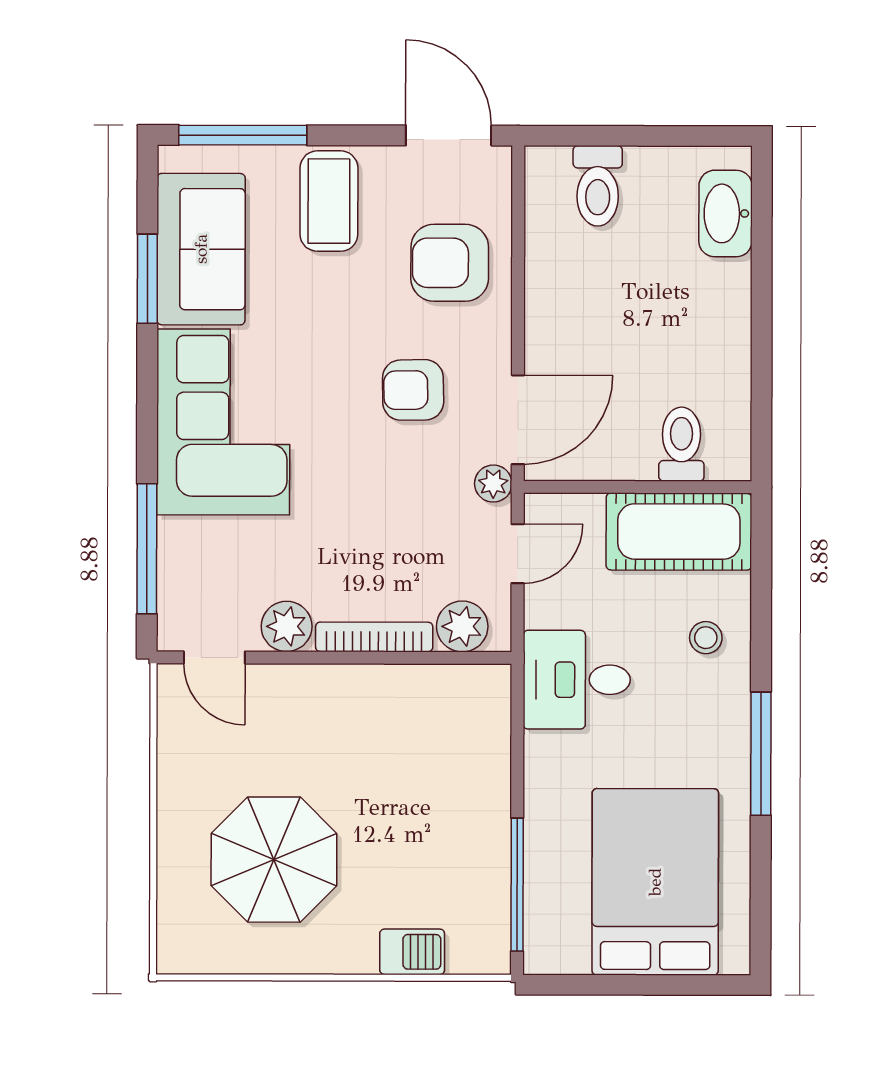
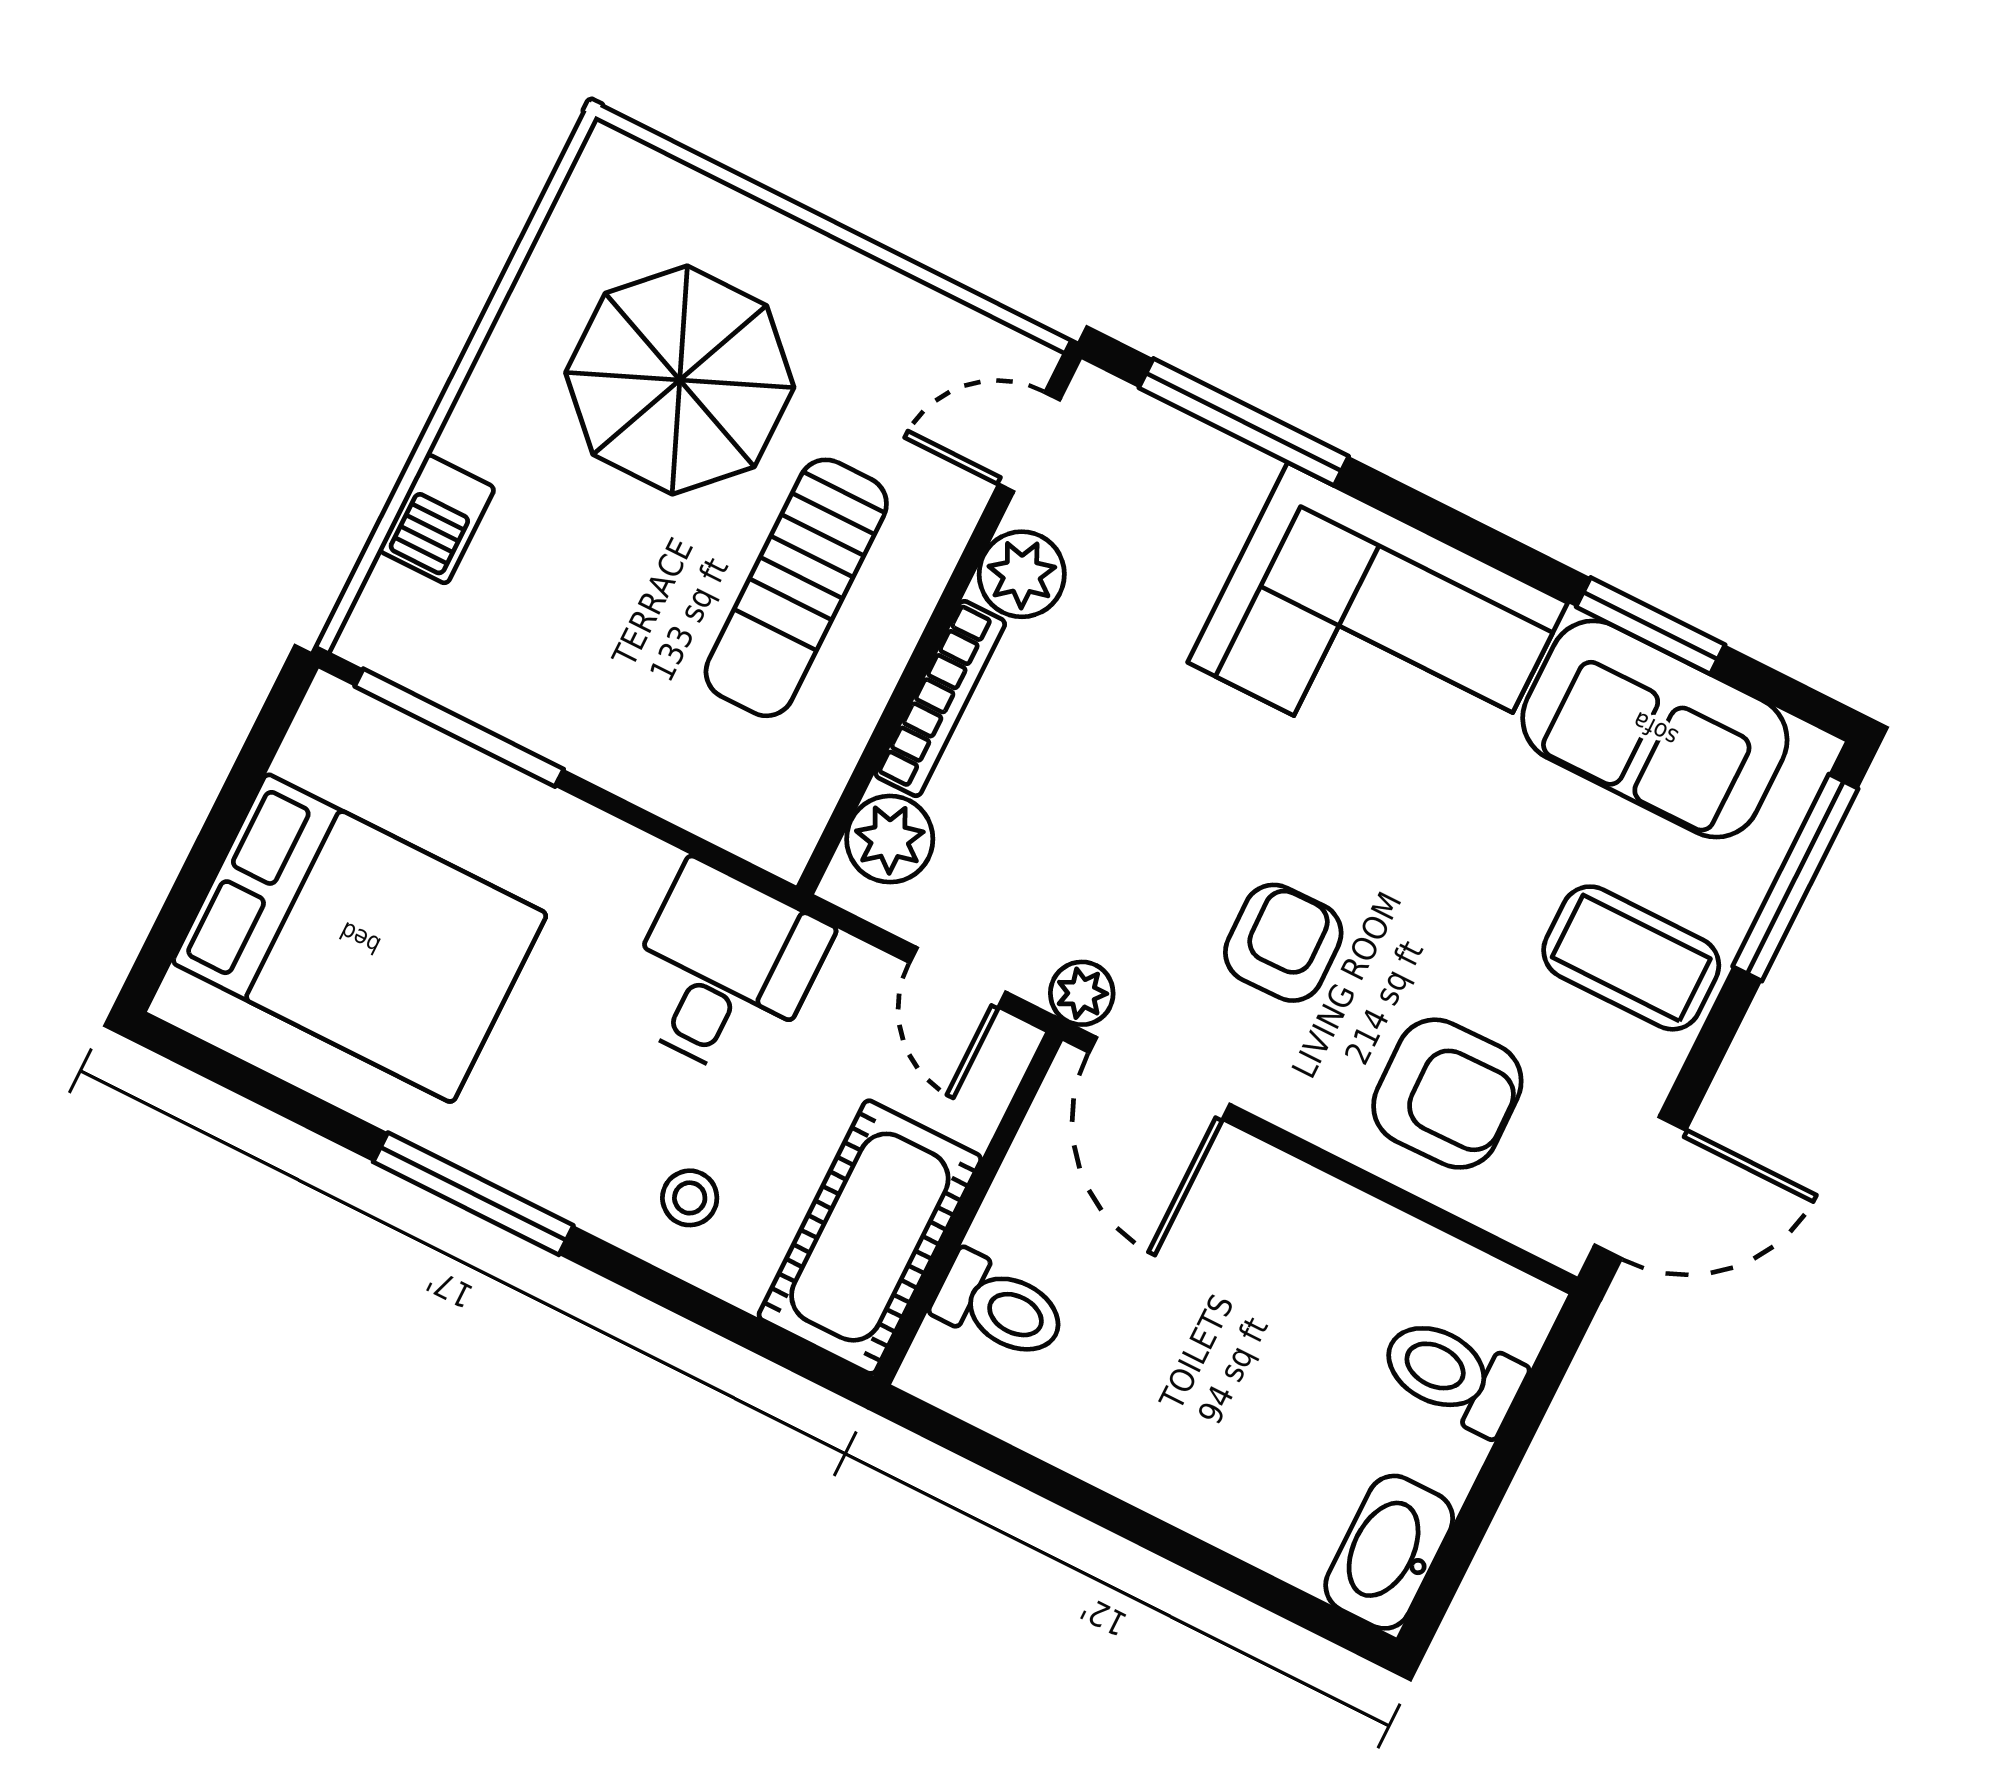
washbasin: (725, 213) -> (1389, 1552), moved, turned -90
armchair: (450, 263) -> (1447, 1094), turned 89
sun lounger: (353, 743) -> (796, 588), added

